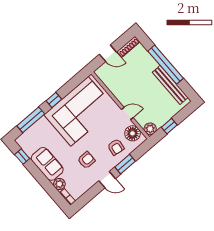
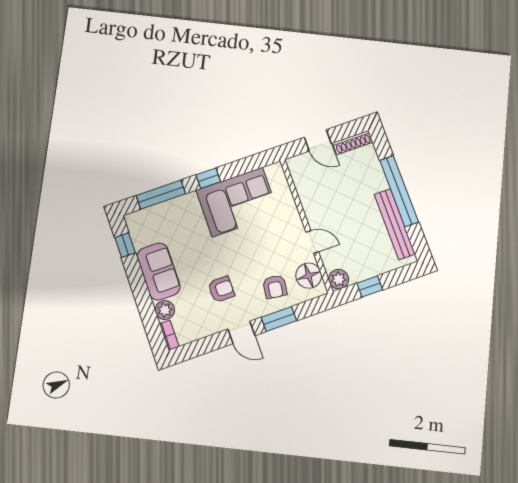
corner sofa: (79, 111) -> (237, 202), width x0.73, depth x0.74

